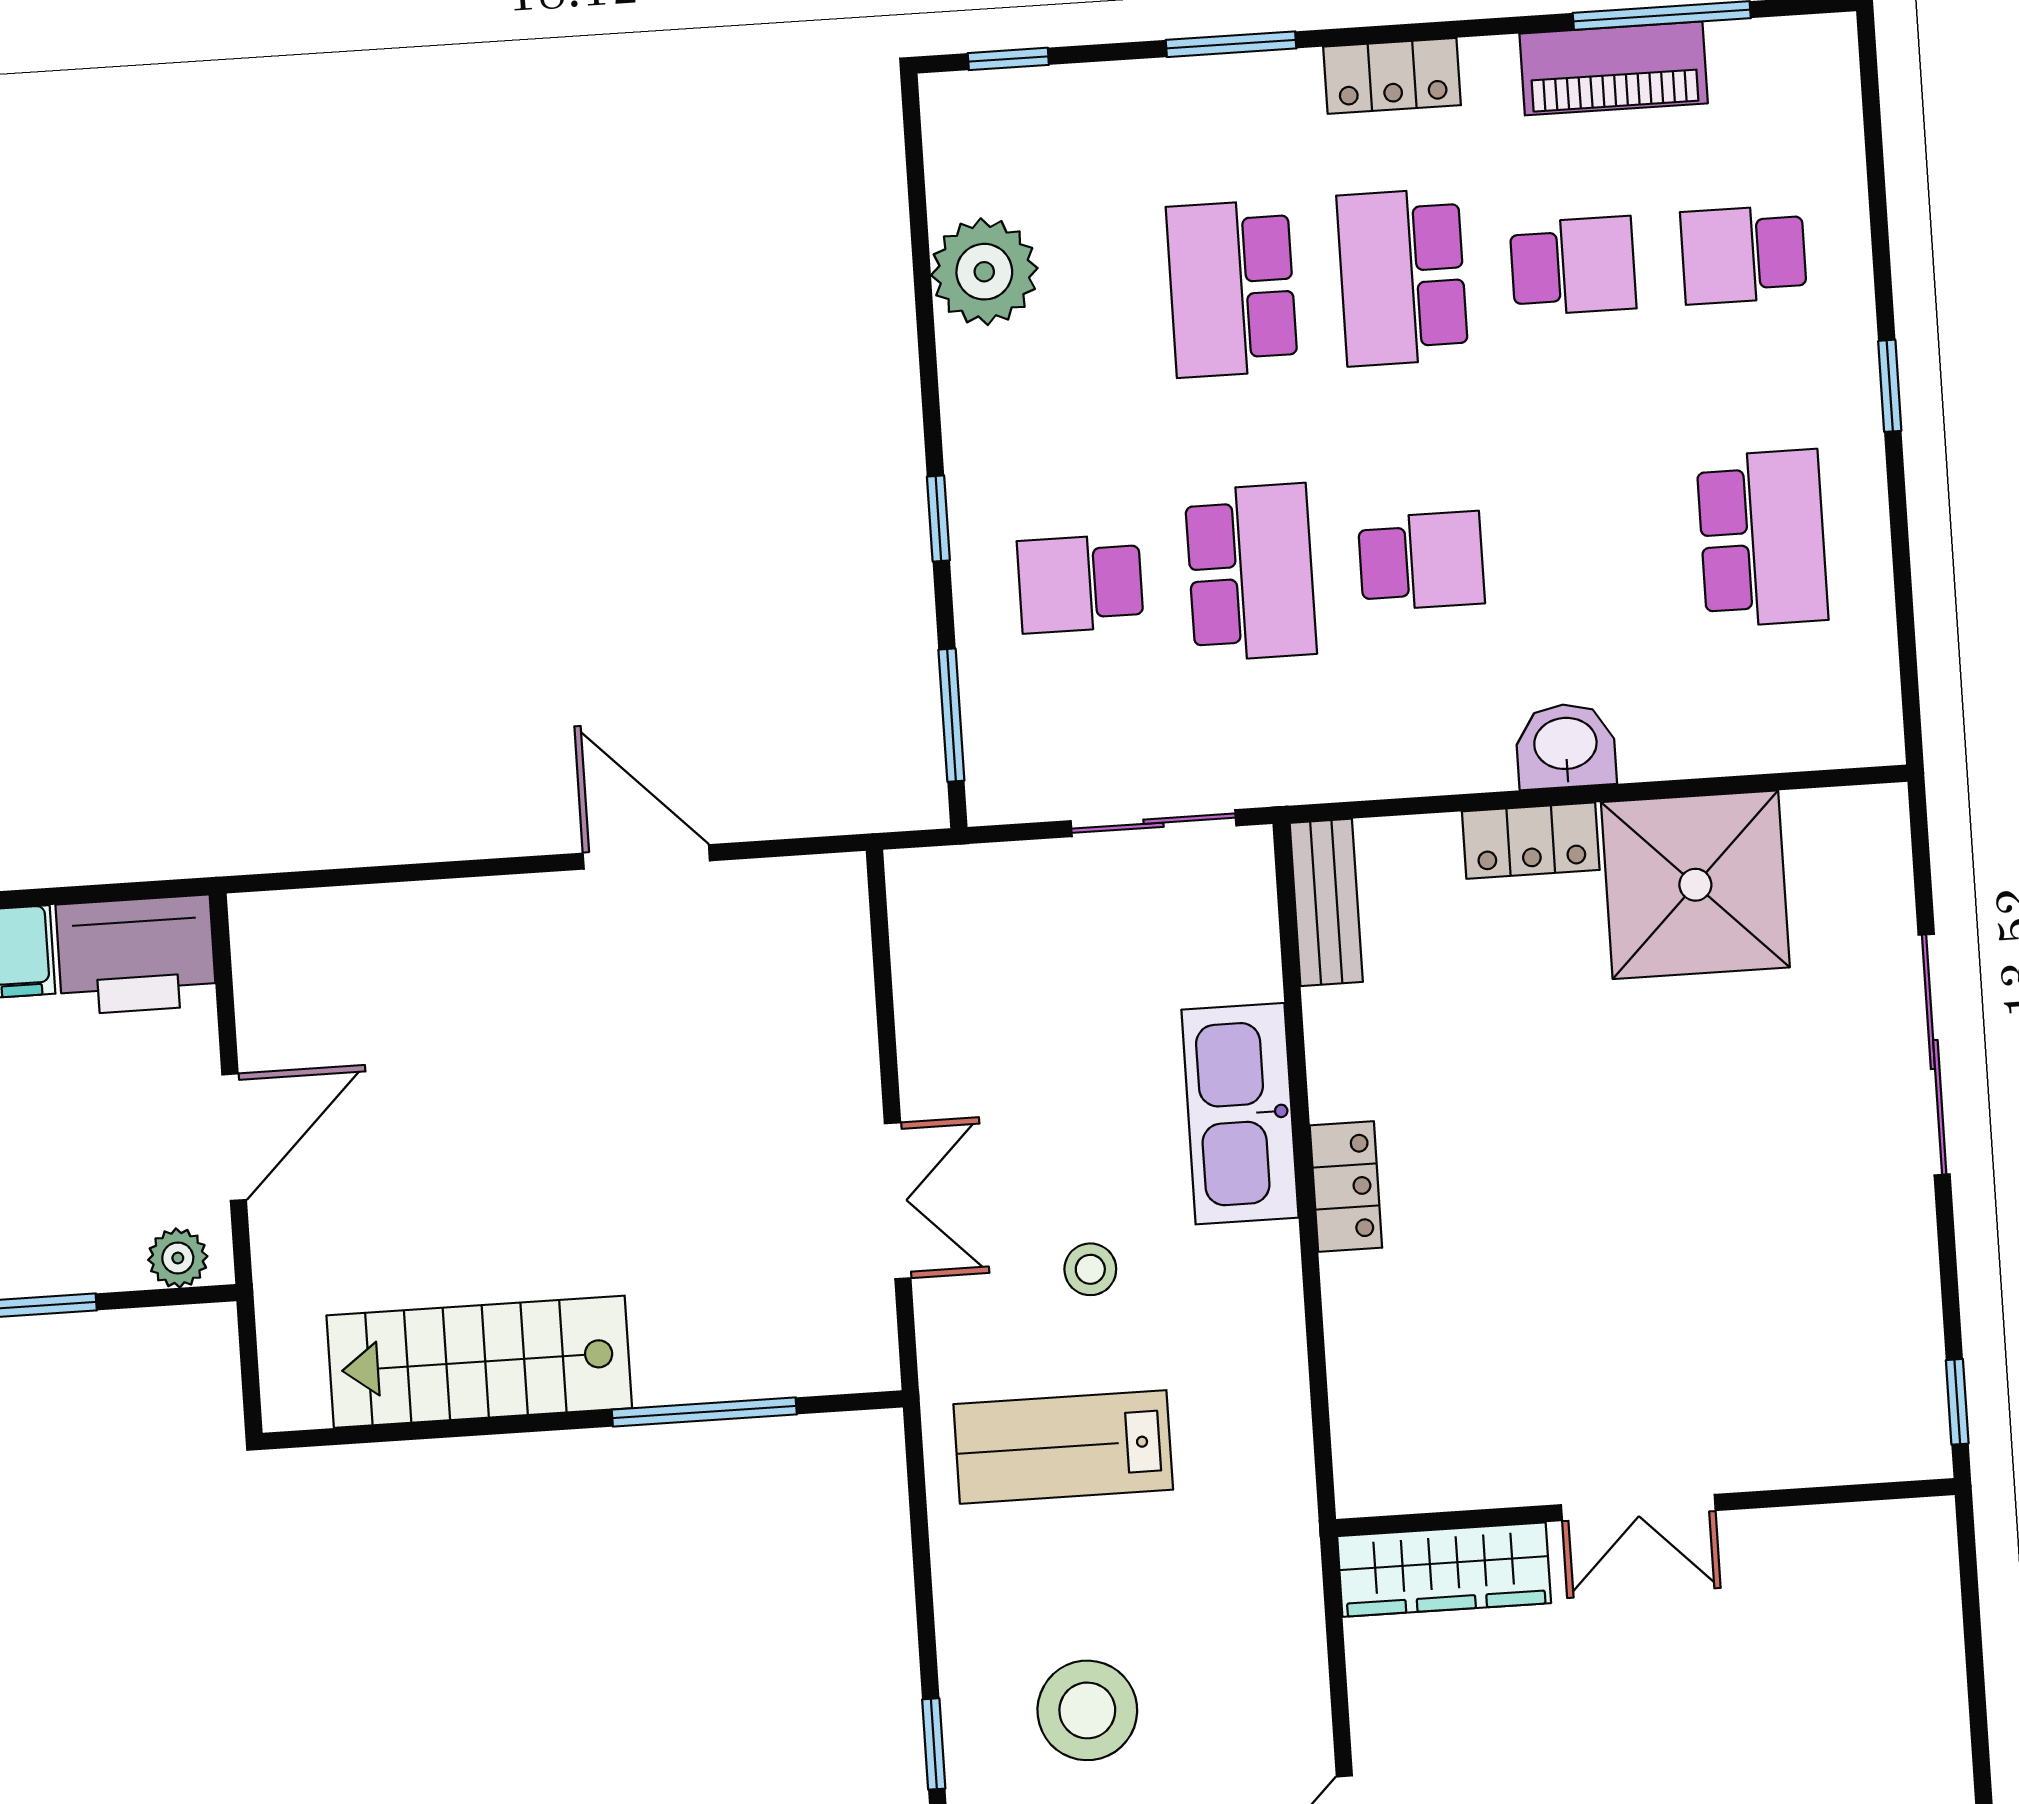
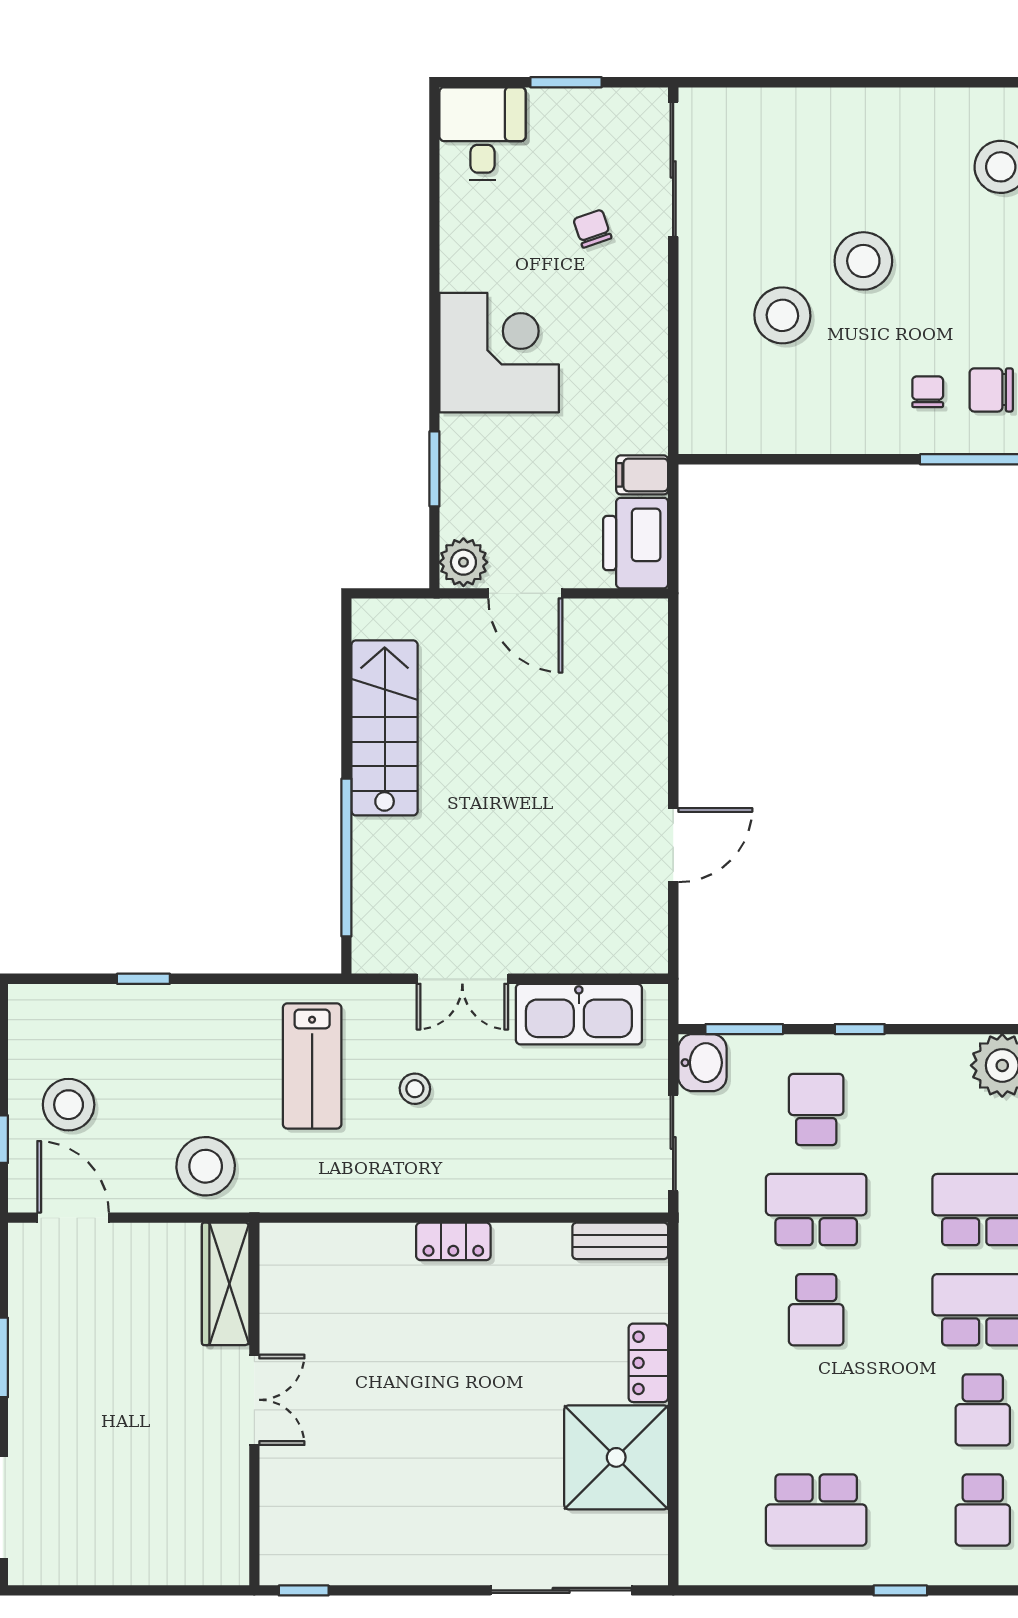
school desk: (1743, 255) -> (983, 1510), turned 180
school desk: (1251, 572) -> (816, 1210), turned 180
washbasin: (1566, 746) -> (702, 1063), moved
sliding door: (1934, 1055) -> (561, 1590), moved
kitchen sink: (1240, 1114) -> (579, 1014), moved, turned 180
plant: (178, 1258) -> (463, 562), width x1.38, depth x1.38
window: (704, 1412) -> (346, 857), width x1.46
lab bench: (1063, 1447) -> (312, 1066), turned 180
double door: (1638, 1508) -> (254, 1400), swing flipped
stool: (1087, 1710) -> (206, 1166), moved

